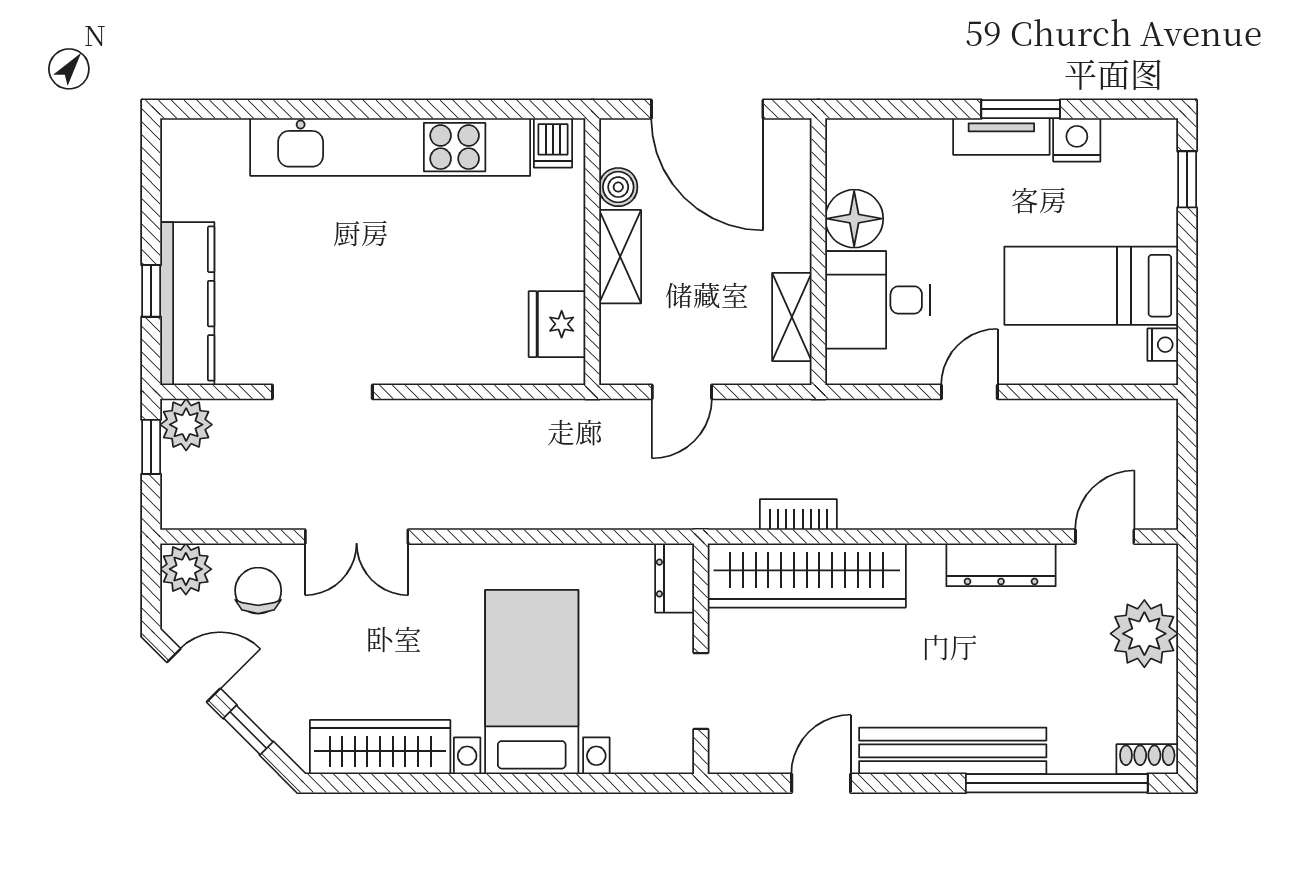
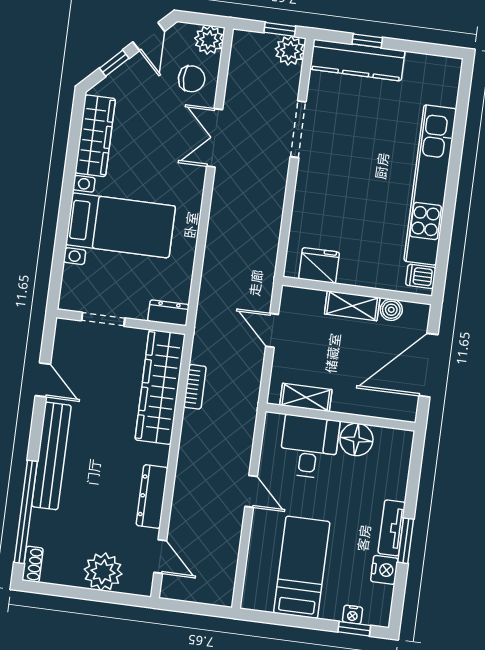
nightstand: (1163, 345) -> (352, 615), moved

